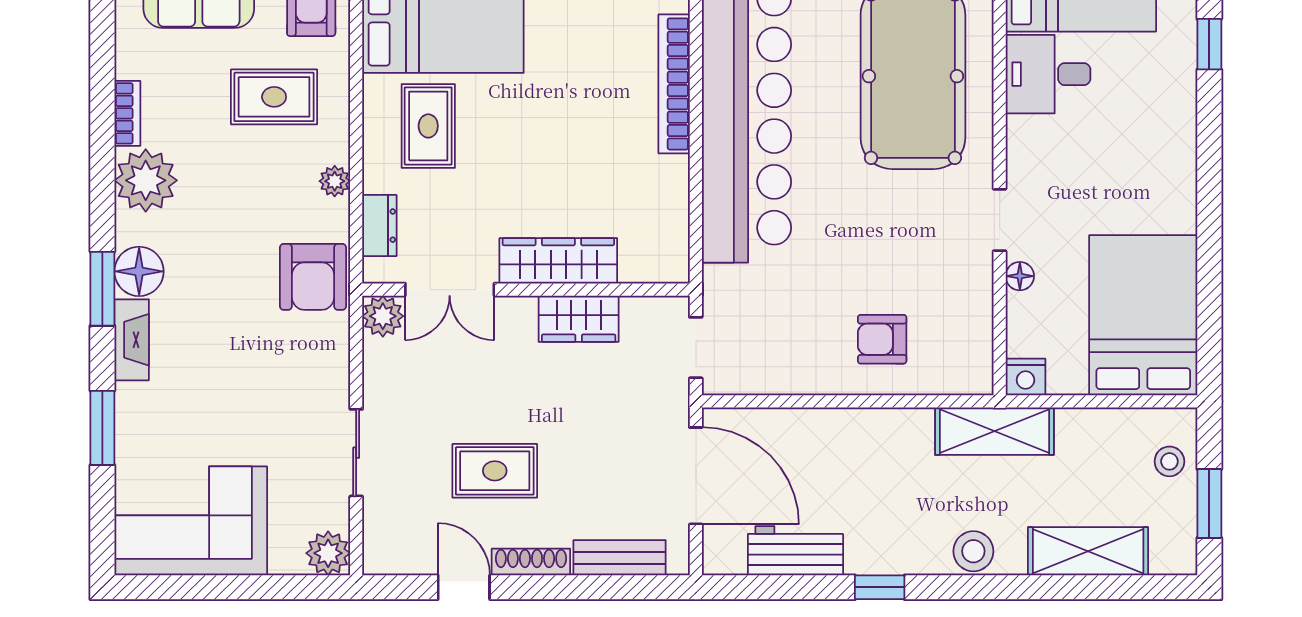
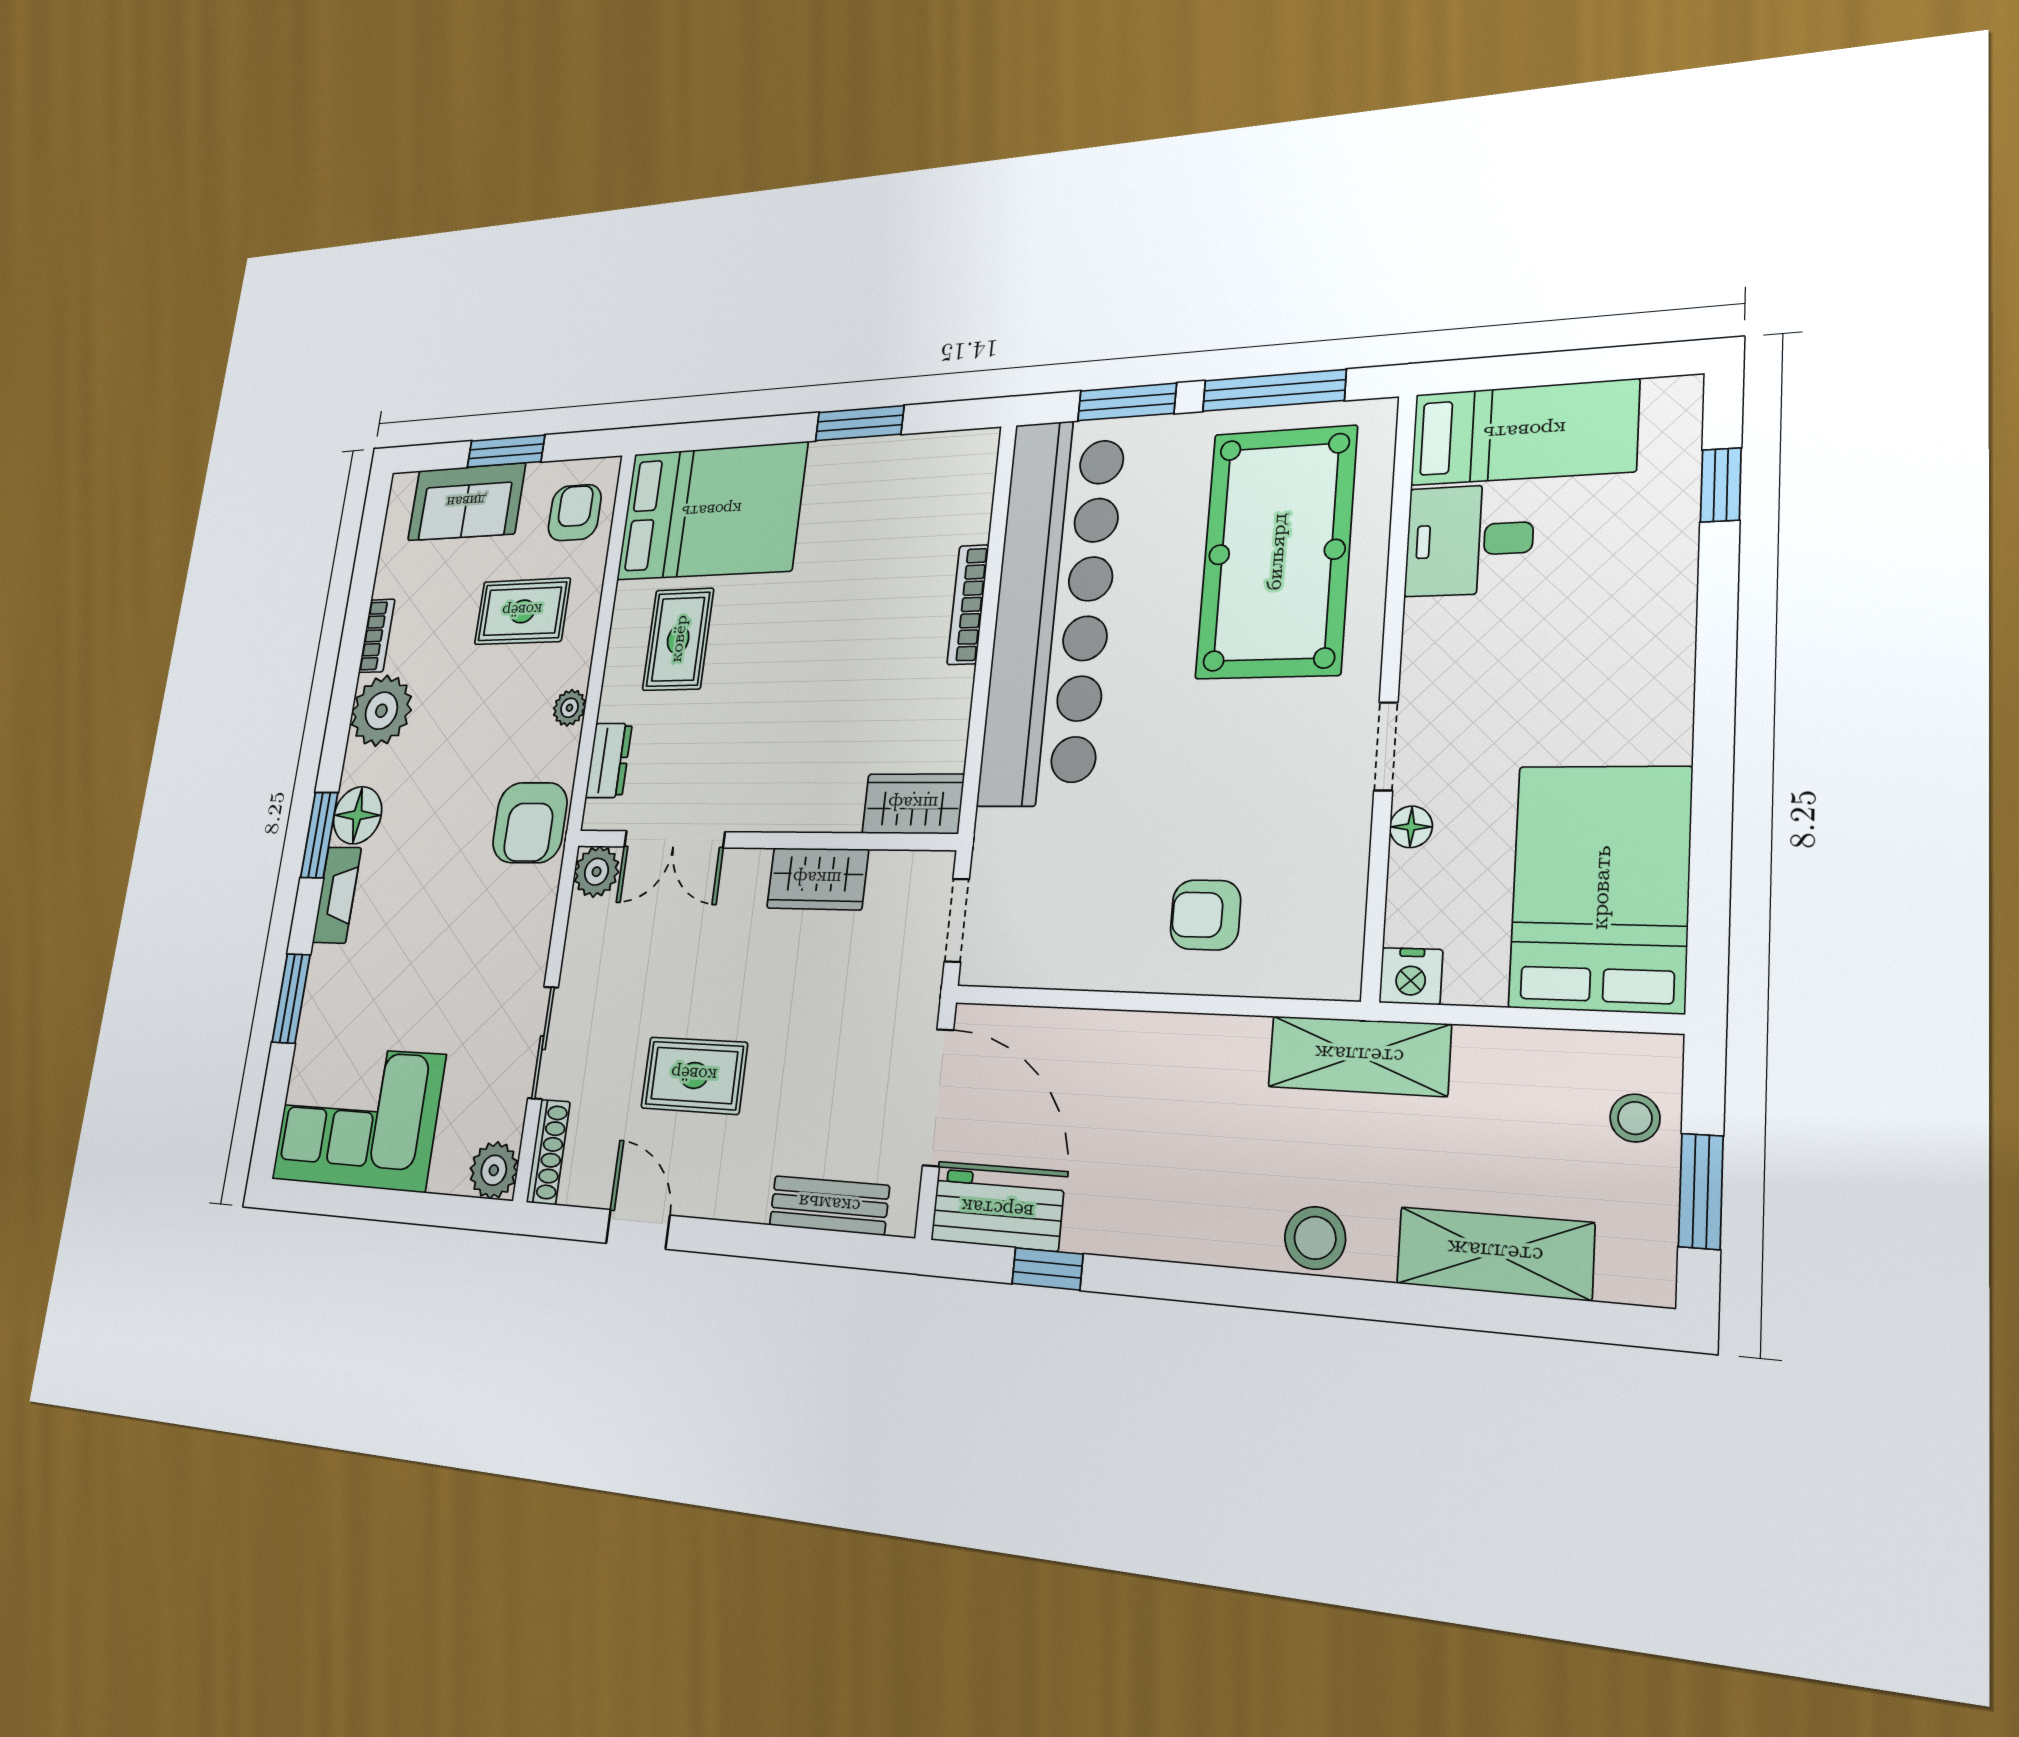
bookcase: (674, 84) -> (968, 605), width x0.68, depth x0.76
wardrobe: (558, 261) -> (913, 804), moved, width x0.67
workbench: (795, 551) -> (997, 1210), moved
shoe rack: (531, 562) -> (548, 1152), moved, turned 90
window: (880, 587) -> (1047, 1269), moved

